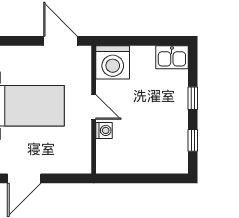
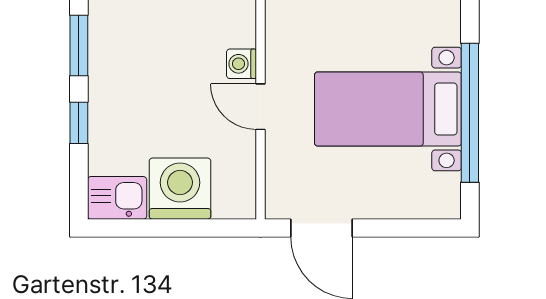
washing machine: (113, 62) -> (180, 189), moved
window: (193, 140) -> (79, 46), width x1.50

